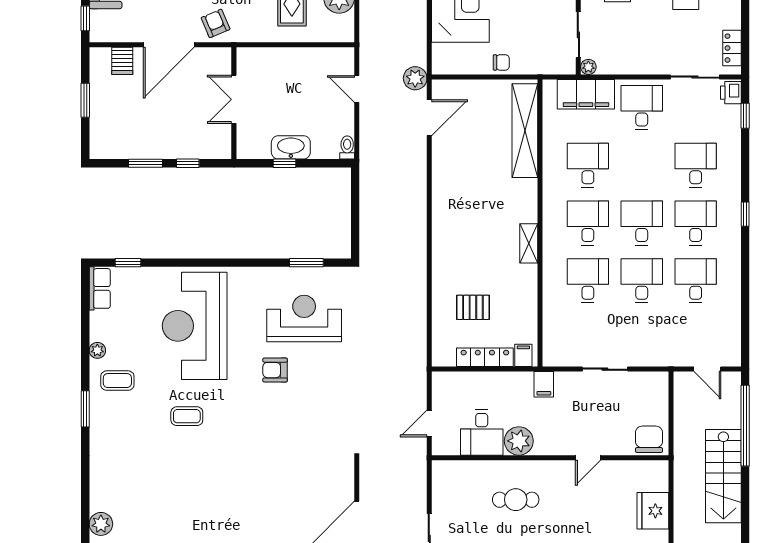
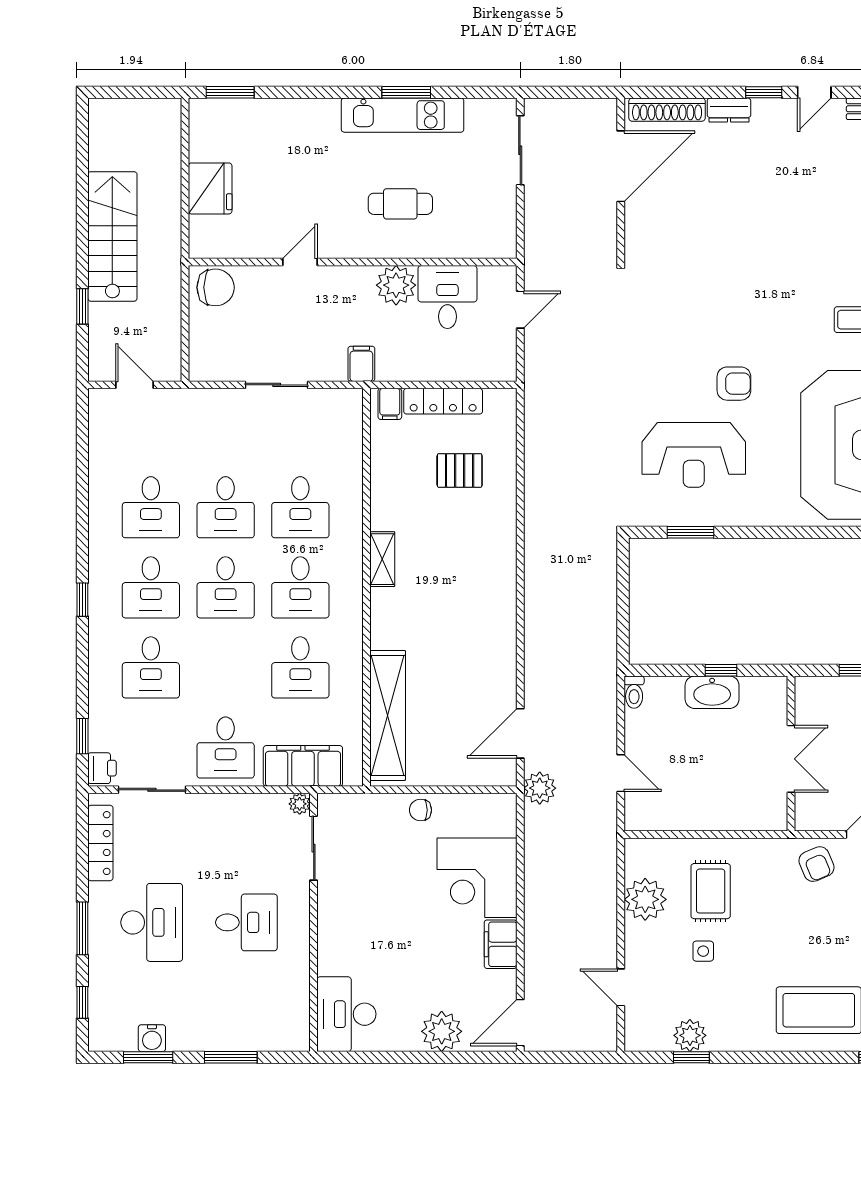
locker: (732, 48) -> (100, 843), width x1.53
window: (745, 426) -> (82, 306), width x0.32
chair: (649, 439) -> (216, 287), turned -90

